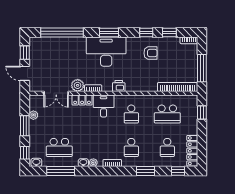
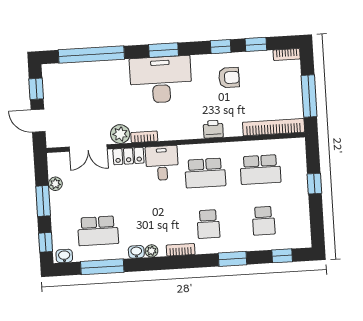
printer: (119, 86) -> (213, 129), moved
window: (202, 113) -> (314, 184), moved
school desk: (131, 114) -> (205, 173), width x1.85
locker: (192, 151) -> (302, 223), removed

